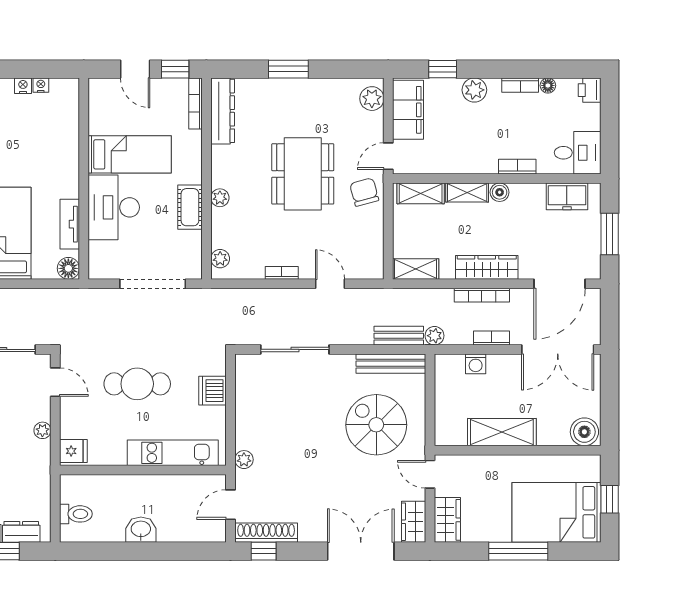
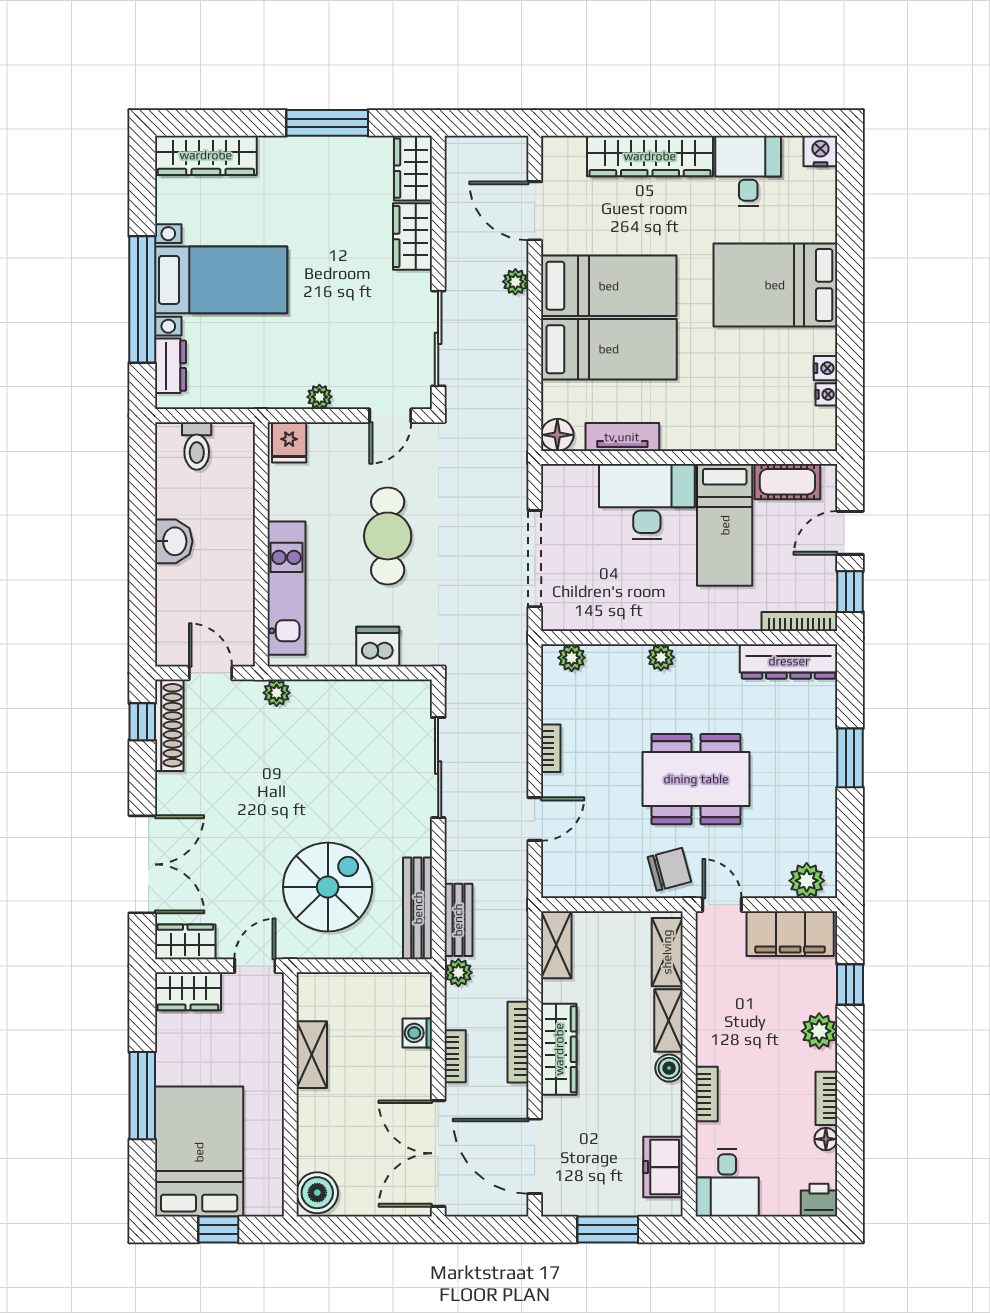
cot: (190, 207) -> (787, 482), moved
shelving: (502, 432) -> (312, 1055), width x0.67, depth x0.75

